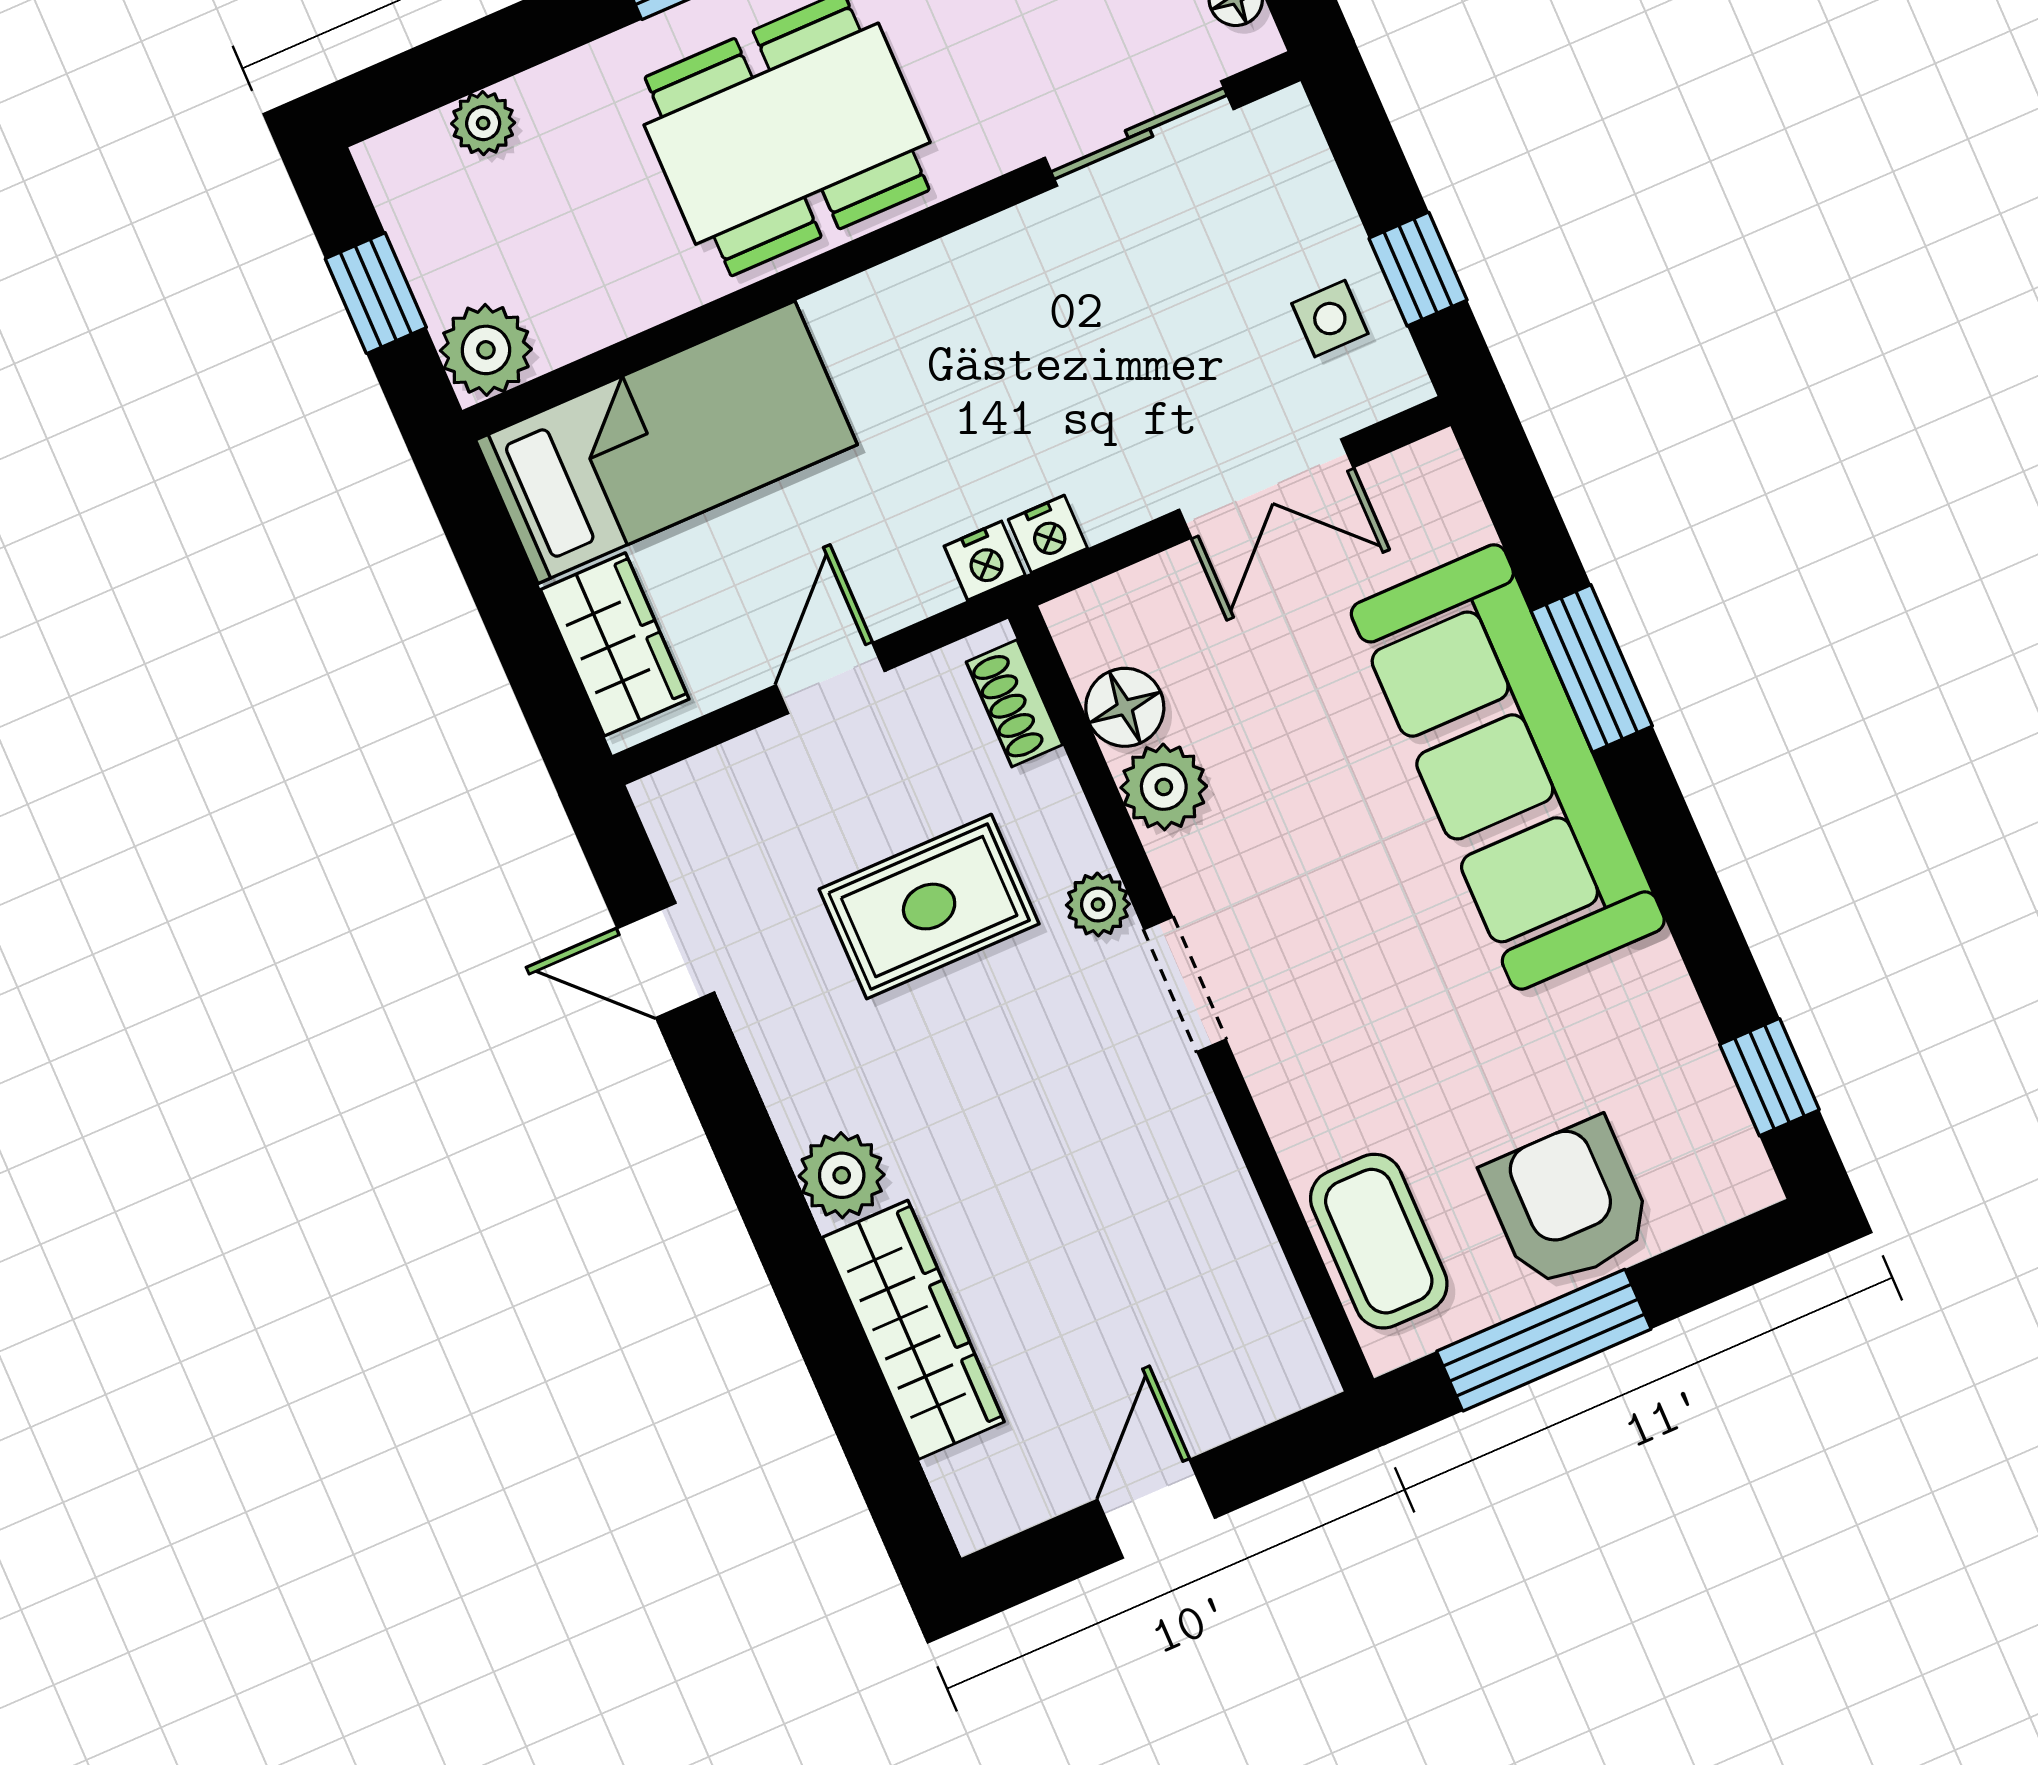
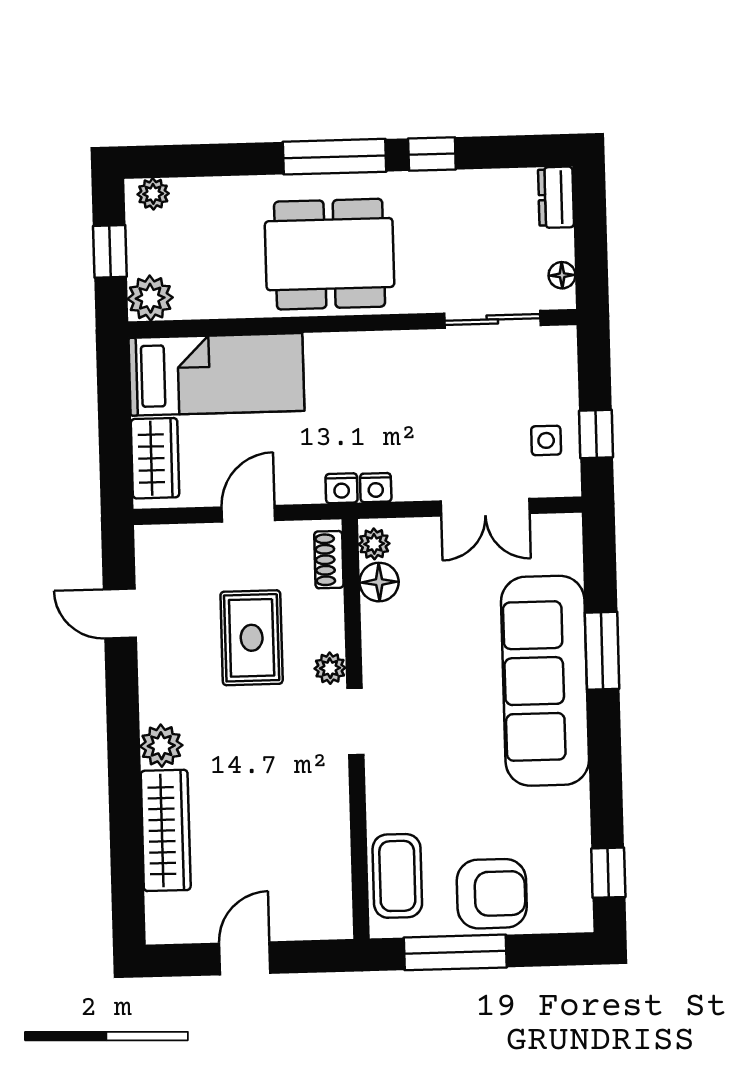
plant: (483, 123) -> (153, 194), moved
plant: (1164, 787) -> (374, 544), moved, width x0.73, depth x0.73
rug: (929, 907) -> (252, 638), turned 90
armchair: (1568, 1203) -> (492, 894), turned 90

